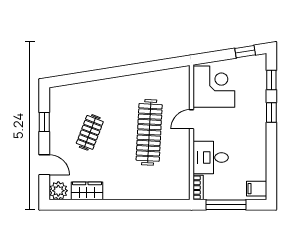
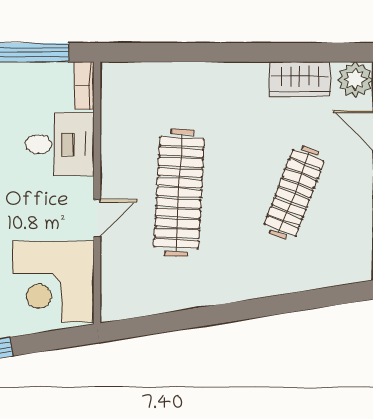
clothes rail: (90, 132) -> (294, 193), width x1.36

